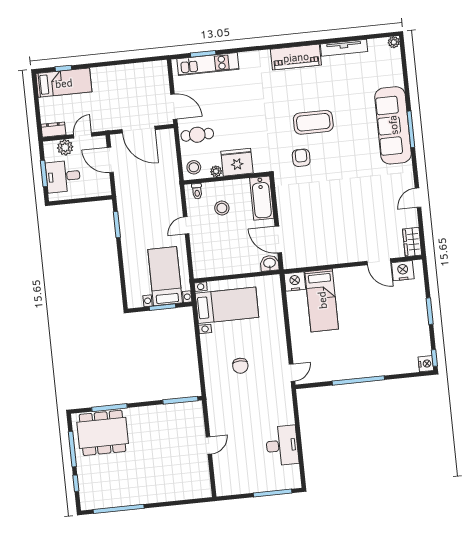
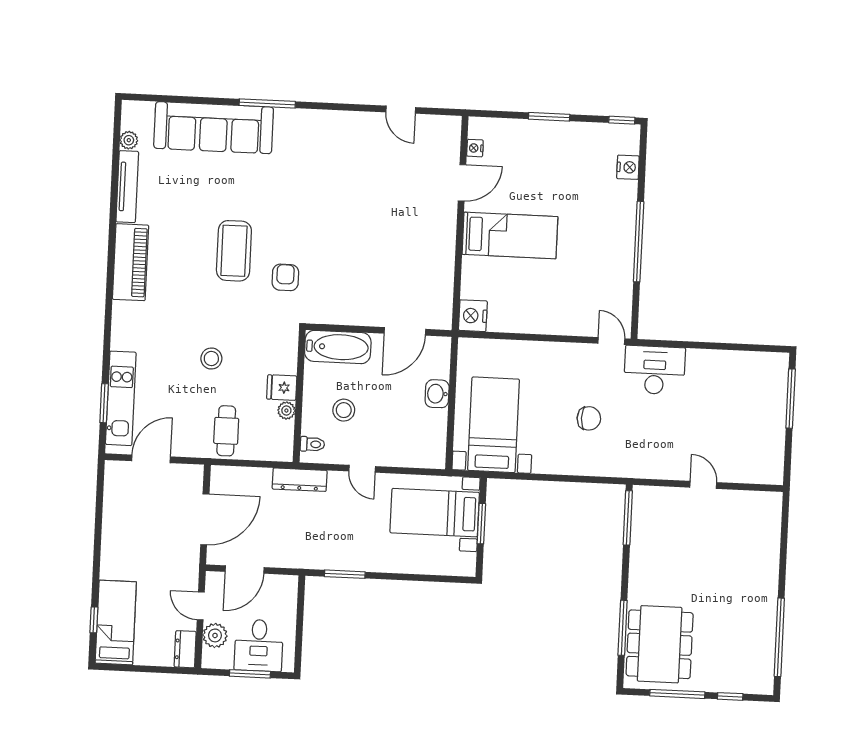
plant: (394, 42) -> (129, 140), moved
door: (174, 107) -> (151, 459), moved
sofa: (393, 125) -> (214, 128), moved
armchair: (301, 158) -> (285, 277), turned 90
fridge: (237, 162) -> (282, 388), width x0.53, depth x0.75
stool: (194, 167) -> (211, 358), moved
dresser: (173, 186) -> (300, 480), added
door: (418, 198) -> (401, 110), moved
wardrobe: (412, 242) -> (440, 127), removed
washbasin: (270, 263) -> (437, 394), moved
nightstand: (403, 271) -> (475, 148), width x0.53, depth x0.56
bed: (322, 300) -> (510, 235), moved
nightstand: (426, 364) -> (628, 167), moved, turned 90
desk: (282, 445) -> (655, 370), moved

